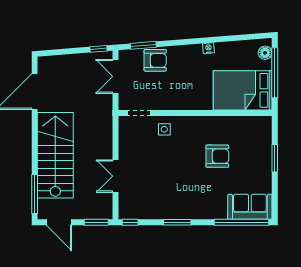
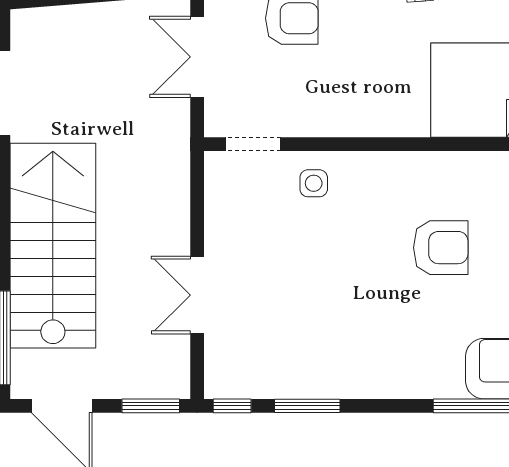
window: (177, 222) -> (307, 406), moved

